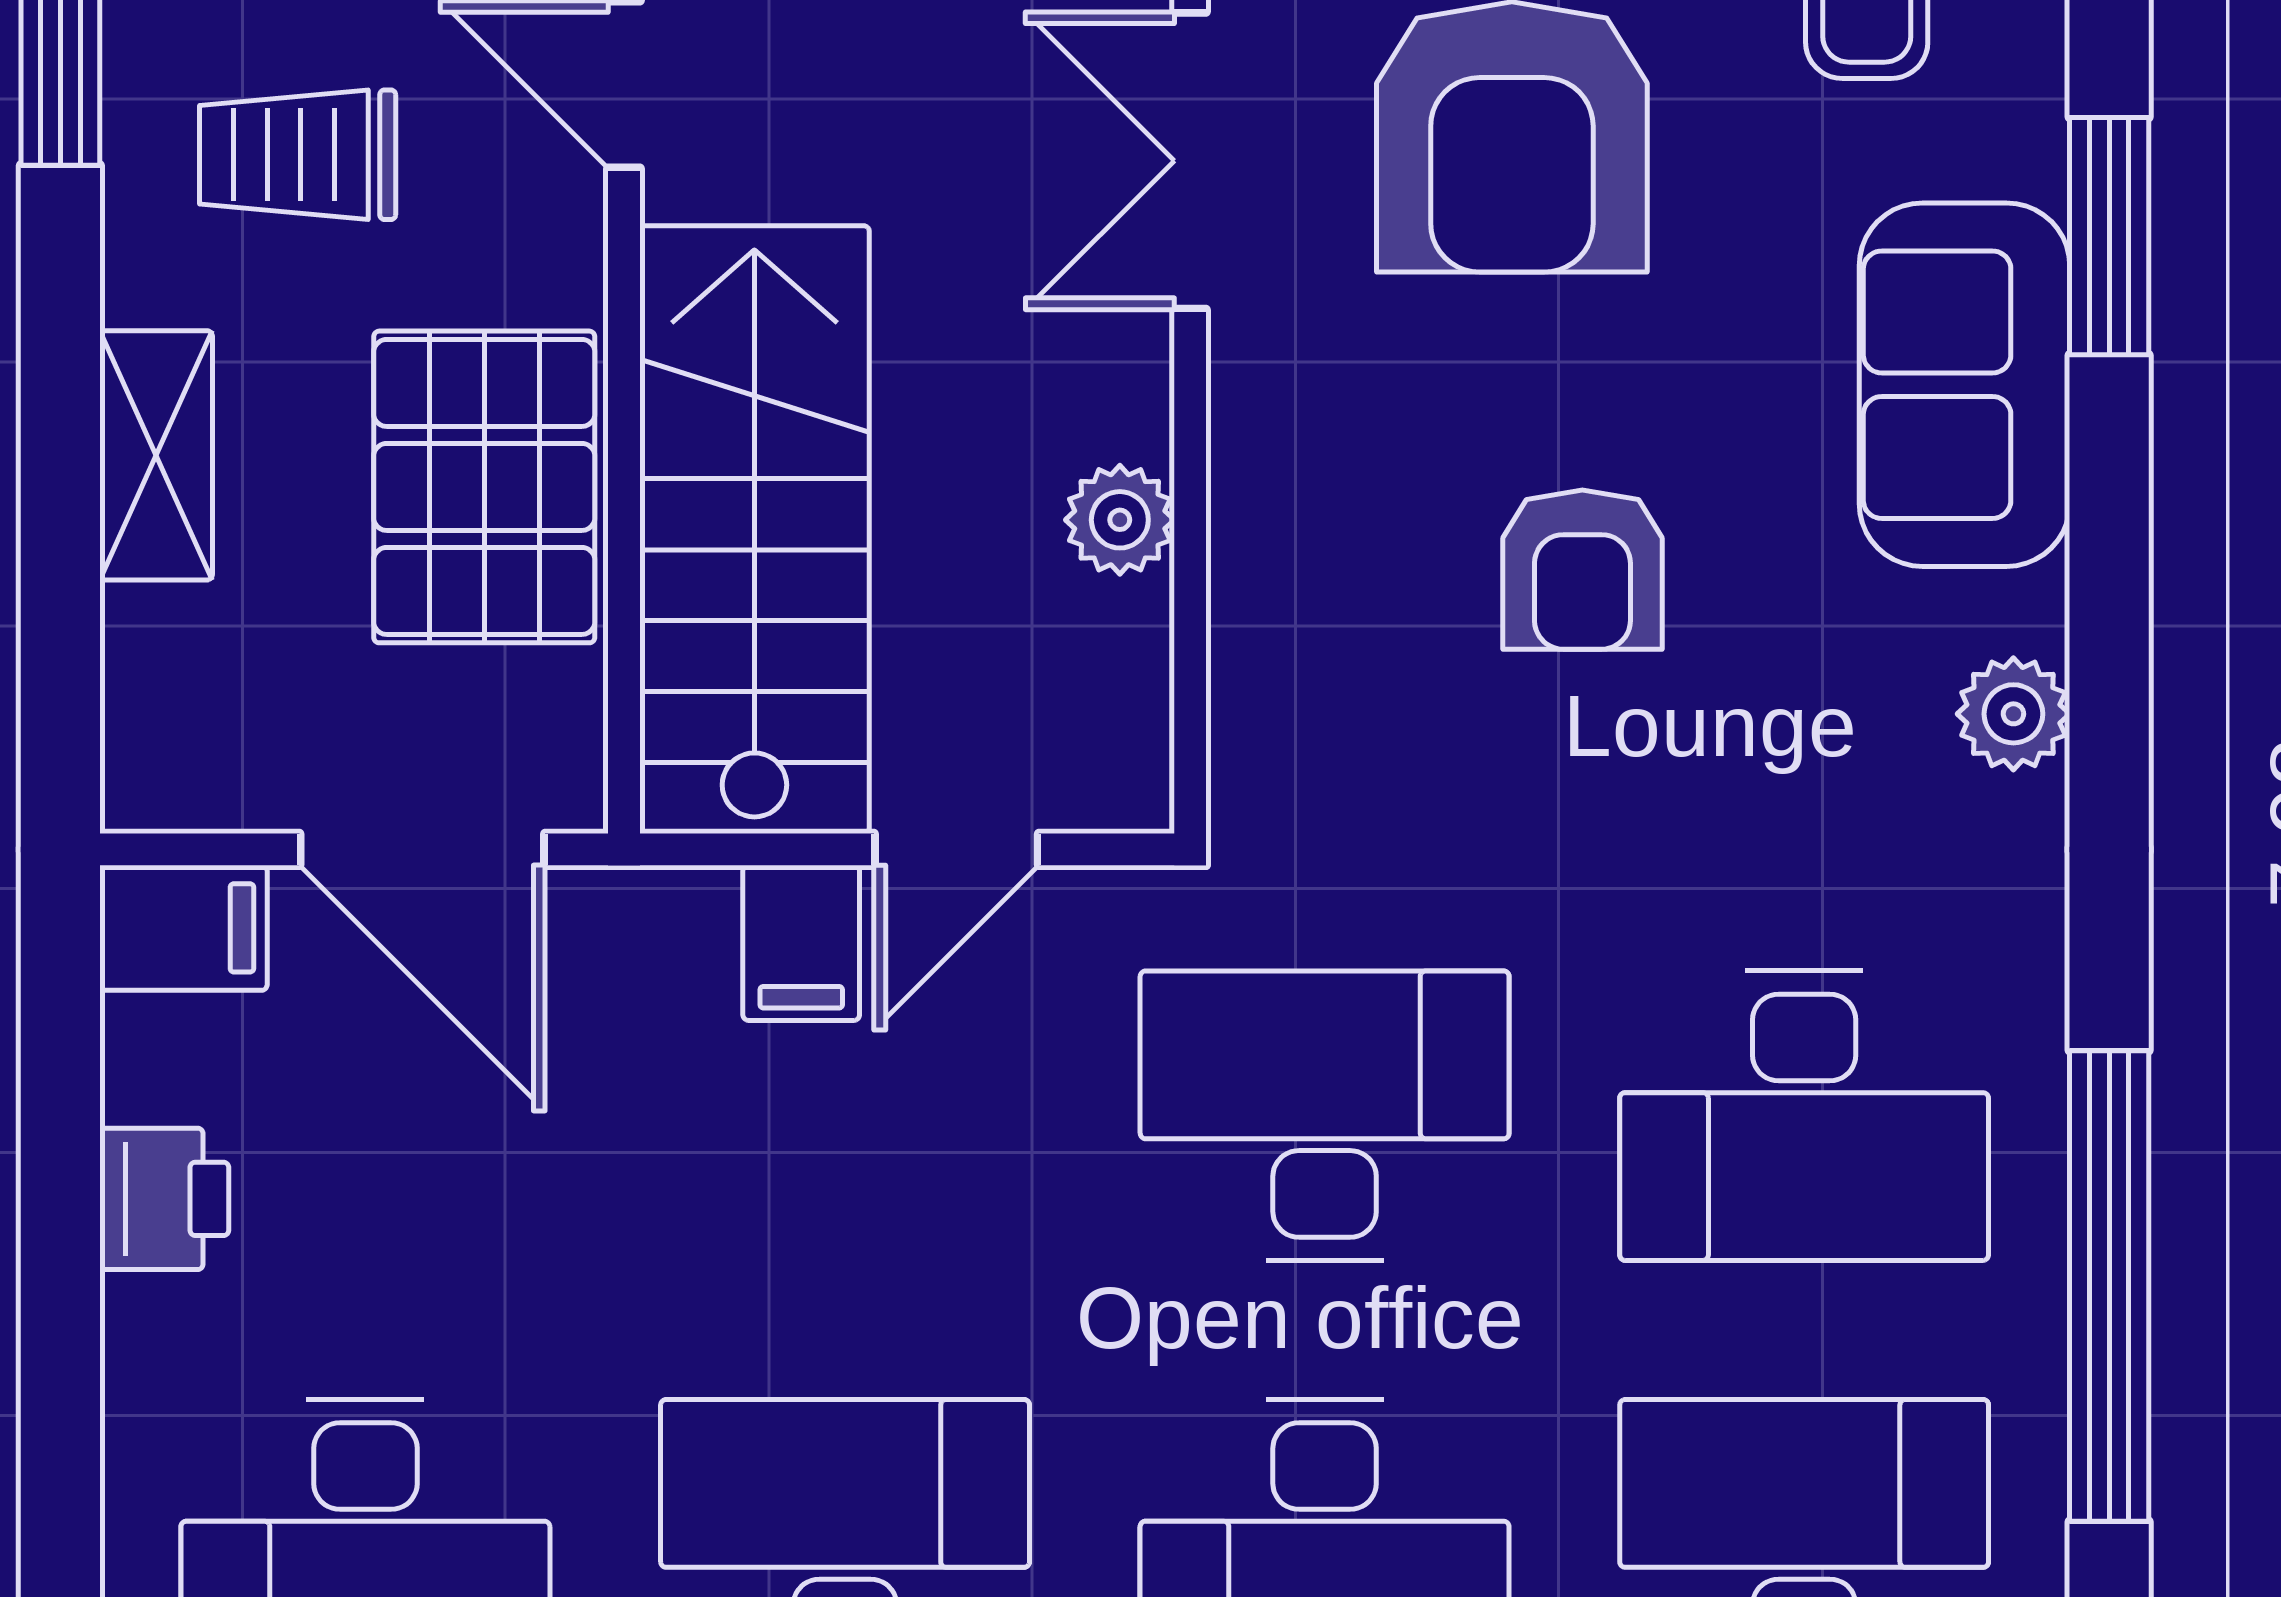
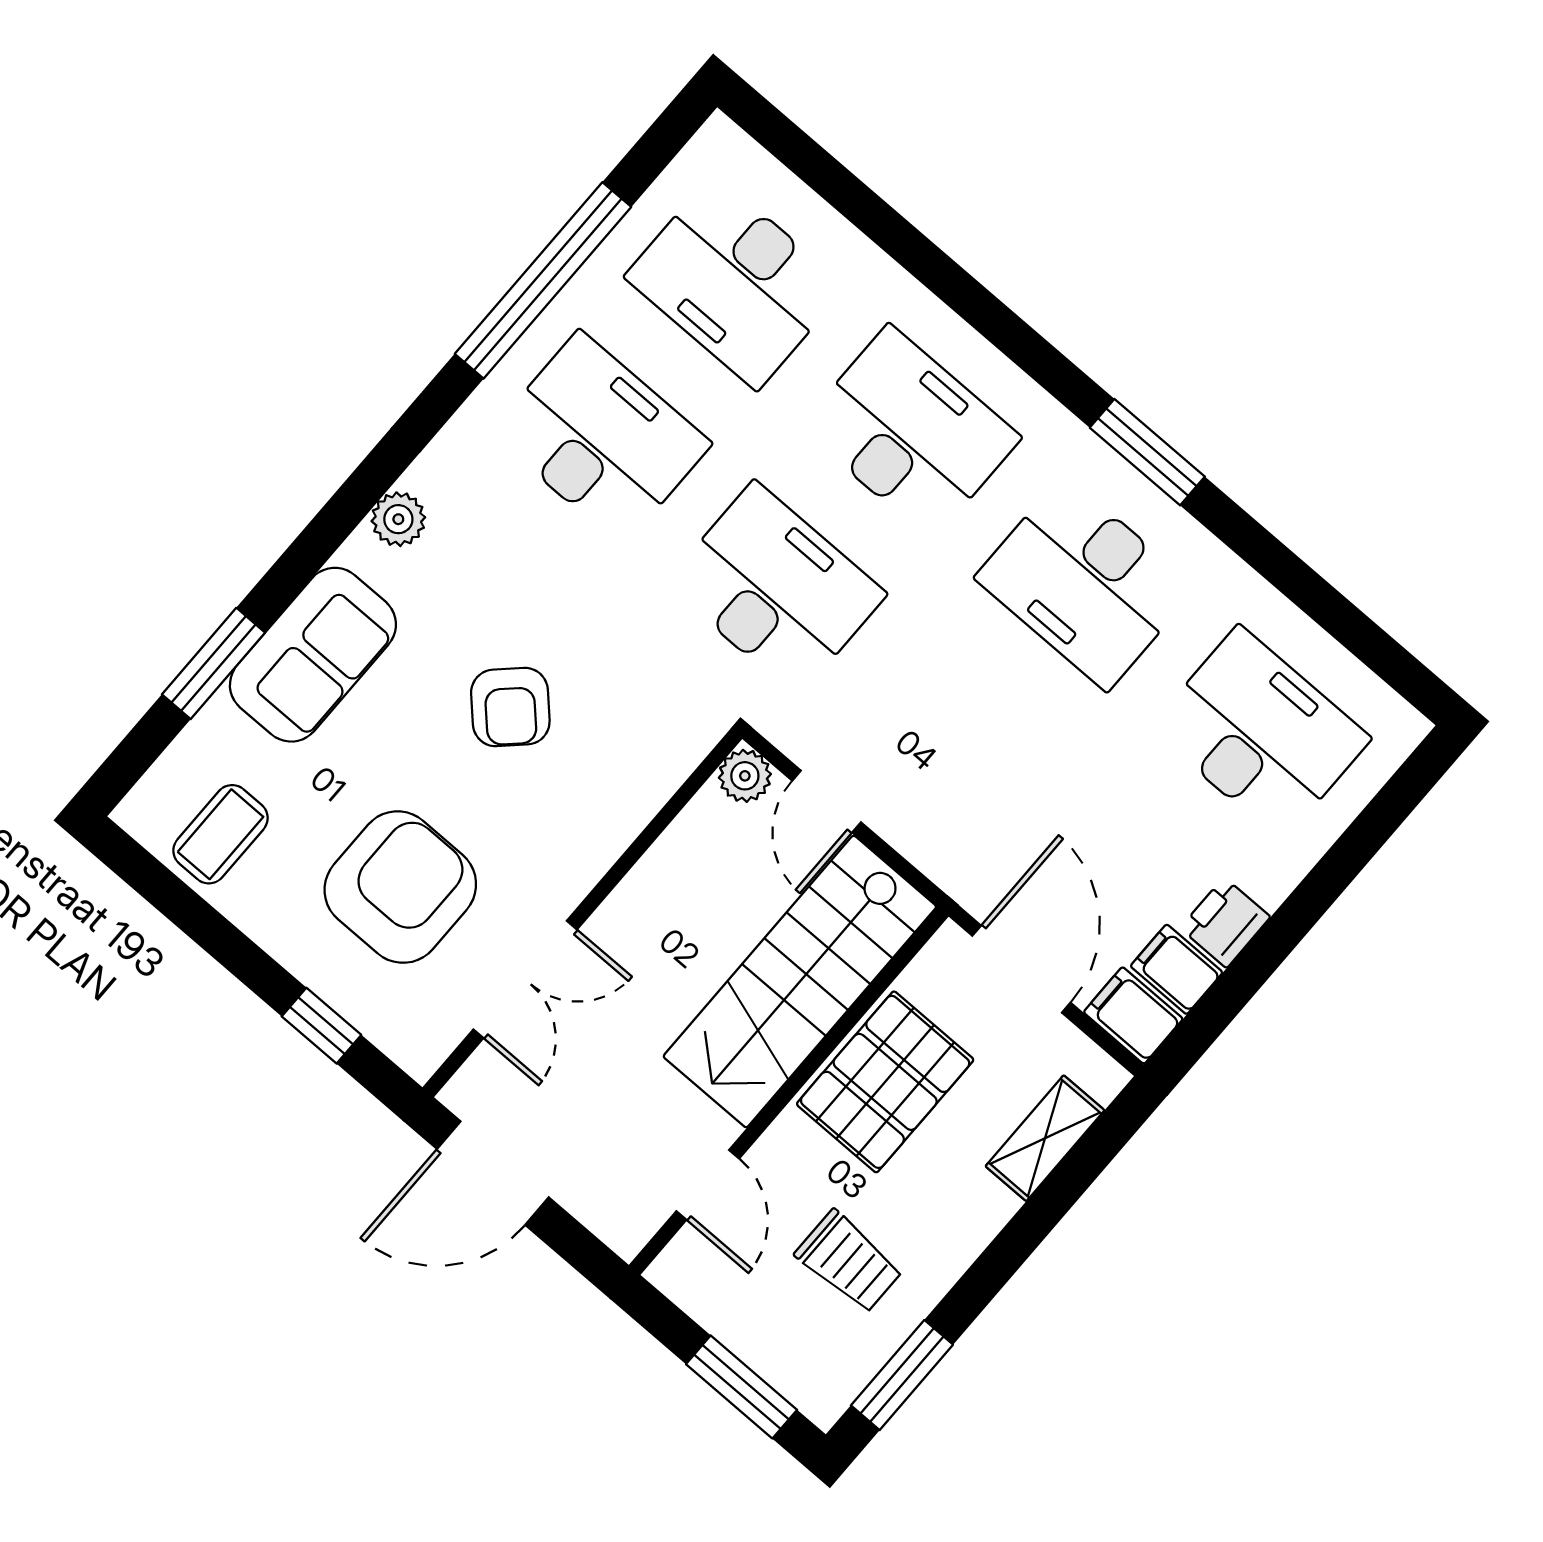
shelving: (156, 455) -> (1045, 1138), moved
plant: (1120, 520) -> (745, 776), moved
armchair: (1582, 570) -> (510, 707), turned 136
door: (956, 849) -> (827, 801), swing flipped
filing cabinet: (801, 943) -> (1177, 969), moved, turned -90
desk: (1325, 1116) -> (776, 589), turned 180

